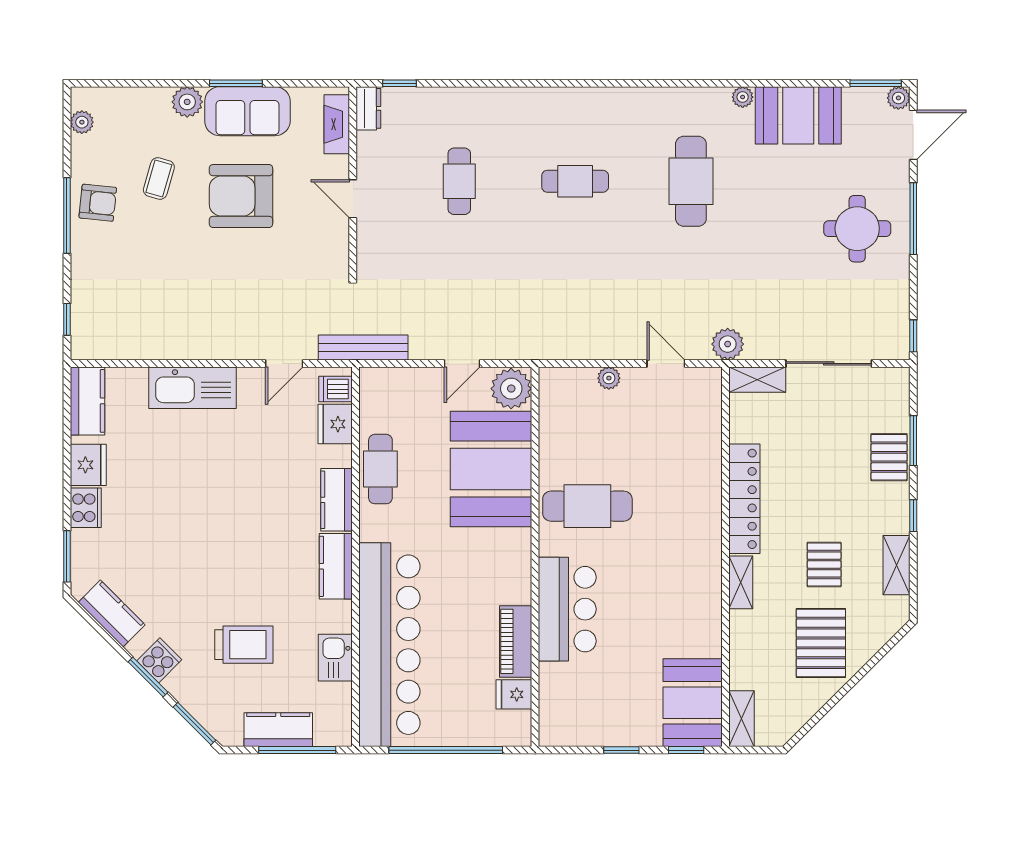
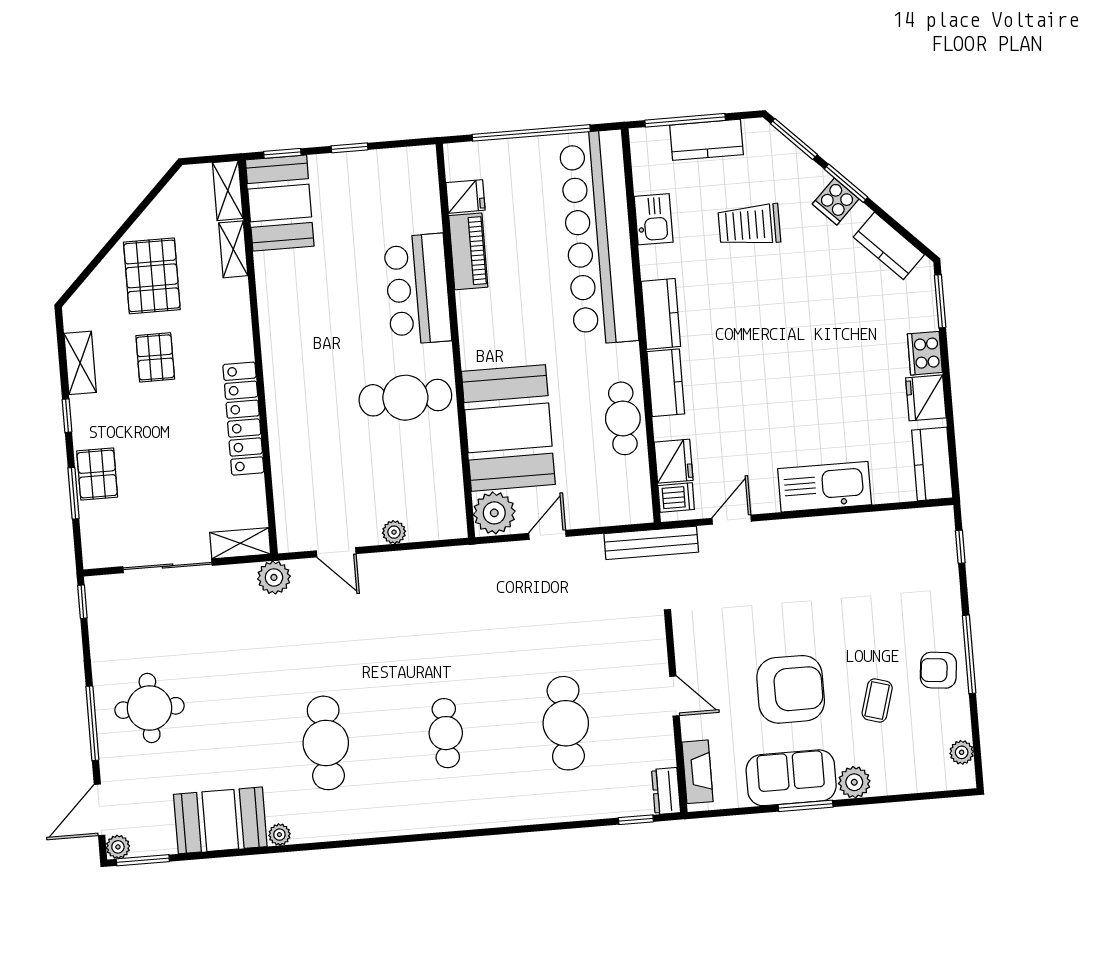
cafe table: (459, 181) -> (566, 723), width x1.37, depth x1.35
cafe table: (575, 181) -> (446, 733), turned 90
shelving: (741, 582) -> (233, 249), moved

